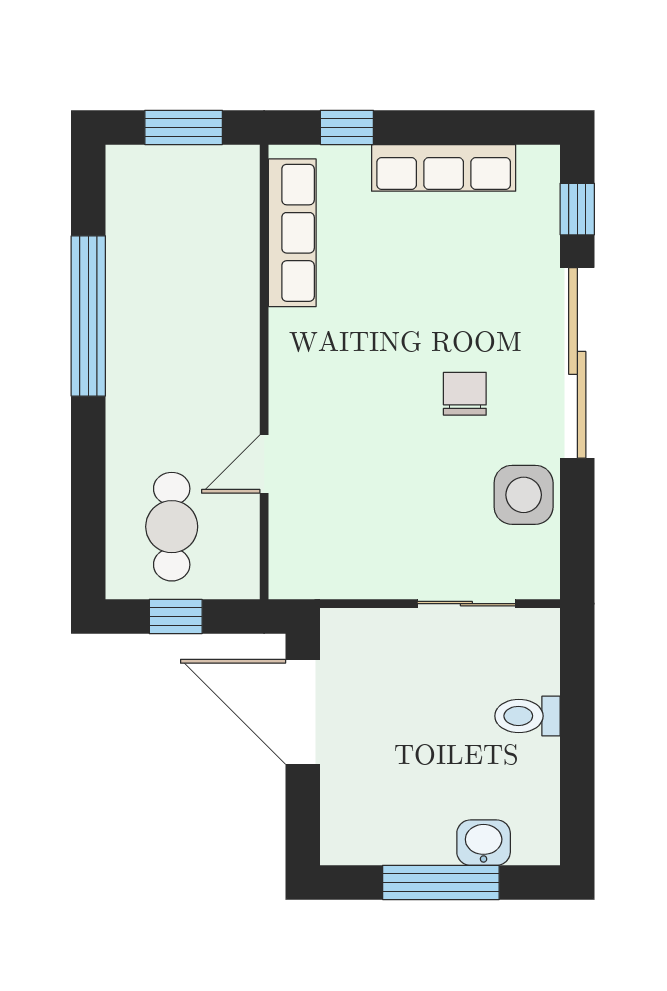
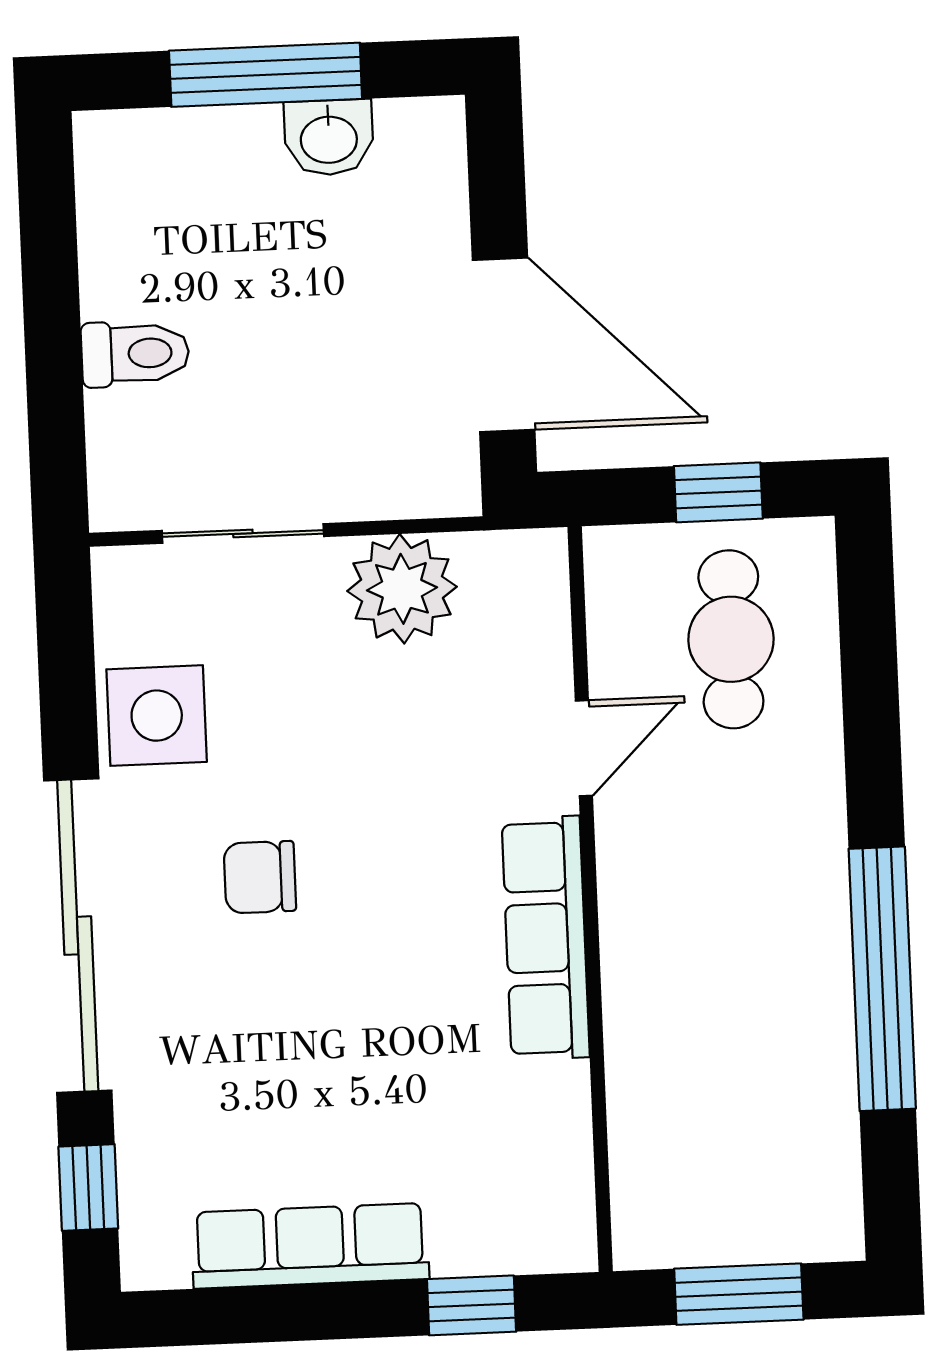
row of seats: (292, 233) -> (546, 938), moved
chair: (465, 394) -> (260, 877), turned 90
plant: (371, 566) -> (402, 589), added
washbasin: (484, 843) -> (329, 138), moved

